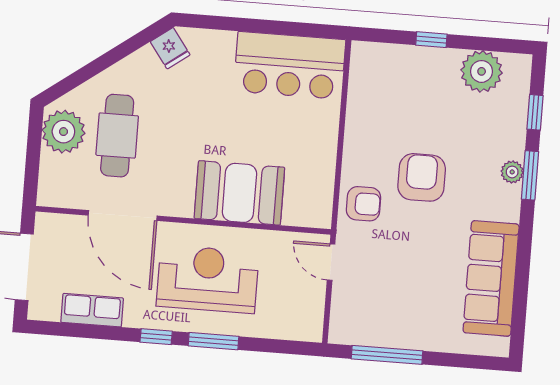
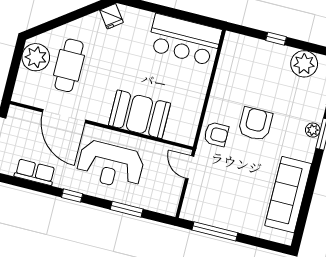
reception desk: (208, 279) -> (110, 165), turned 180
window: (214, 341) -> (127, 209), moved

